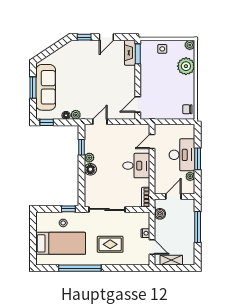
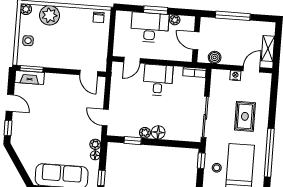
door: (152, 141) -> (132, 60), hinge flipped

